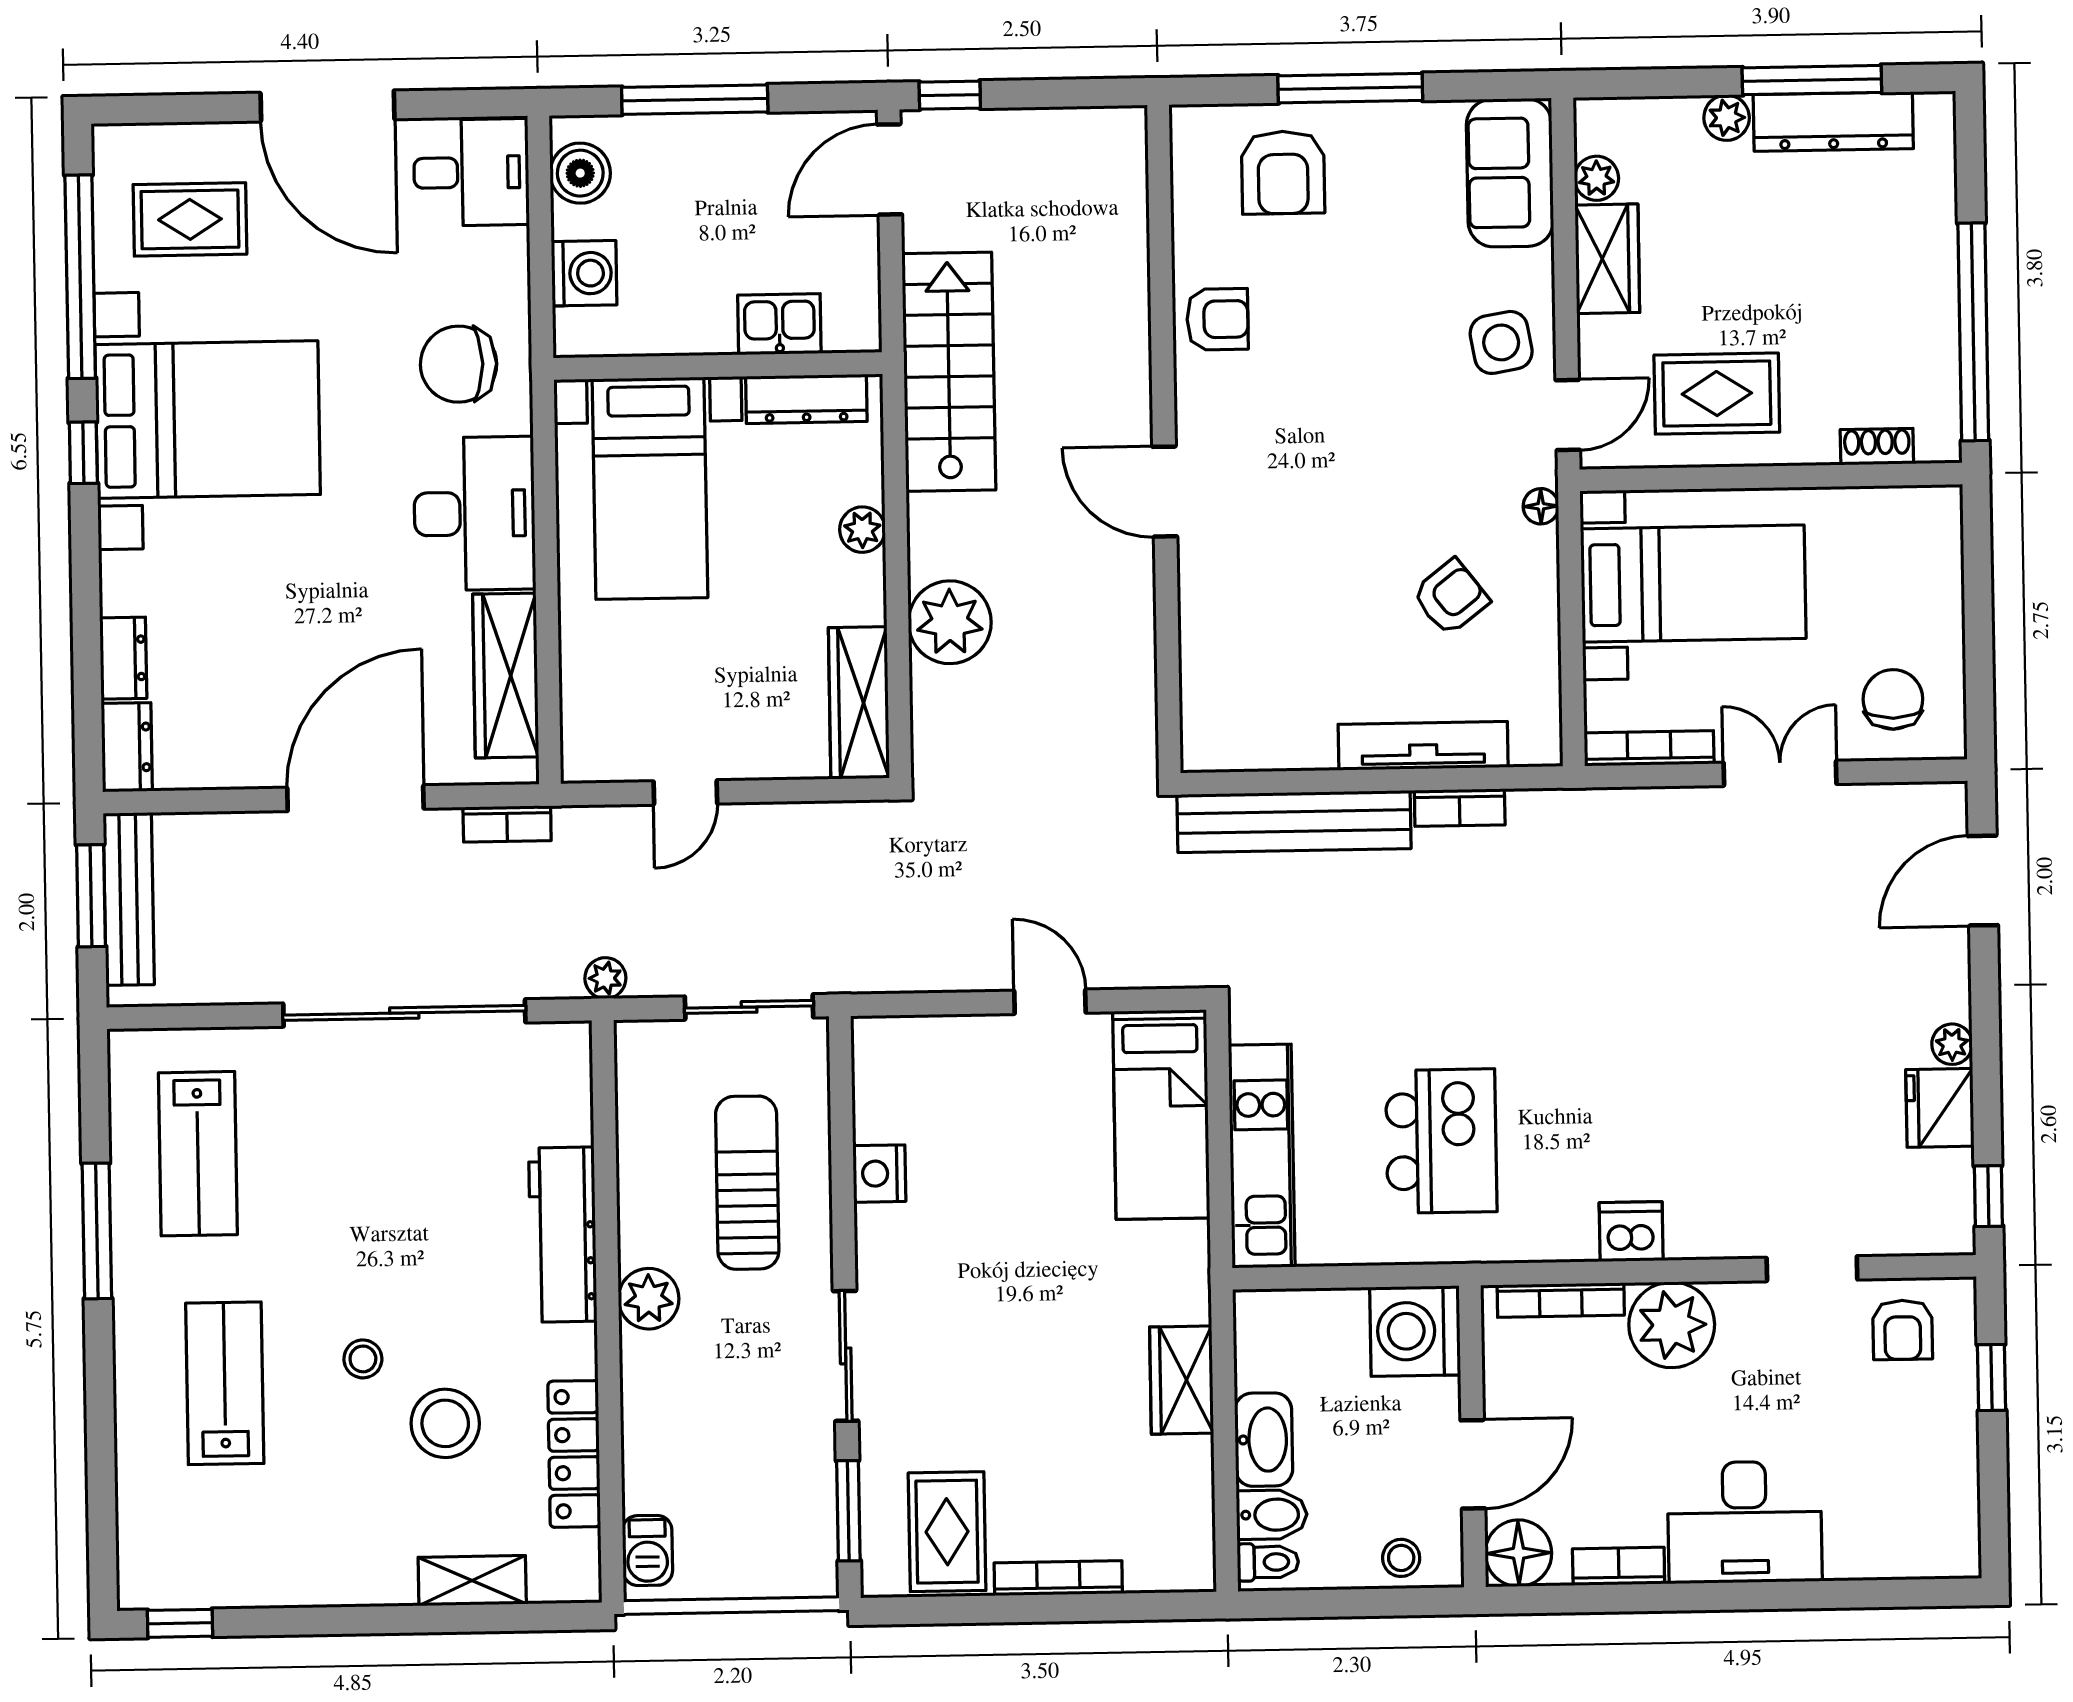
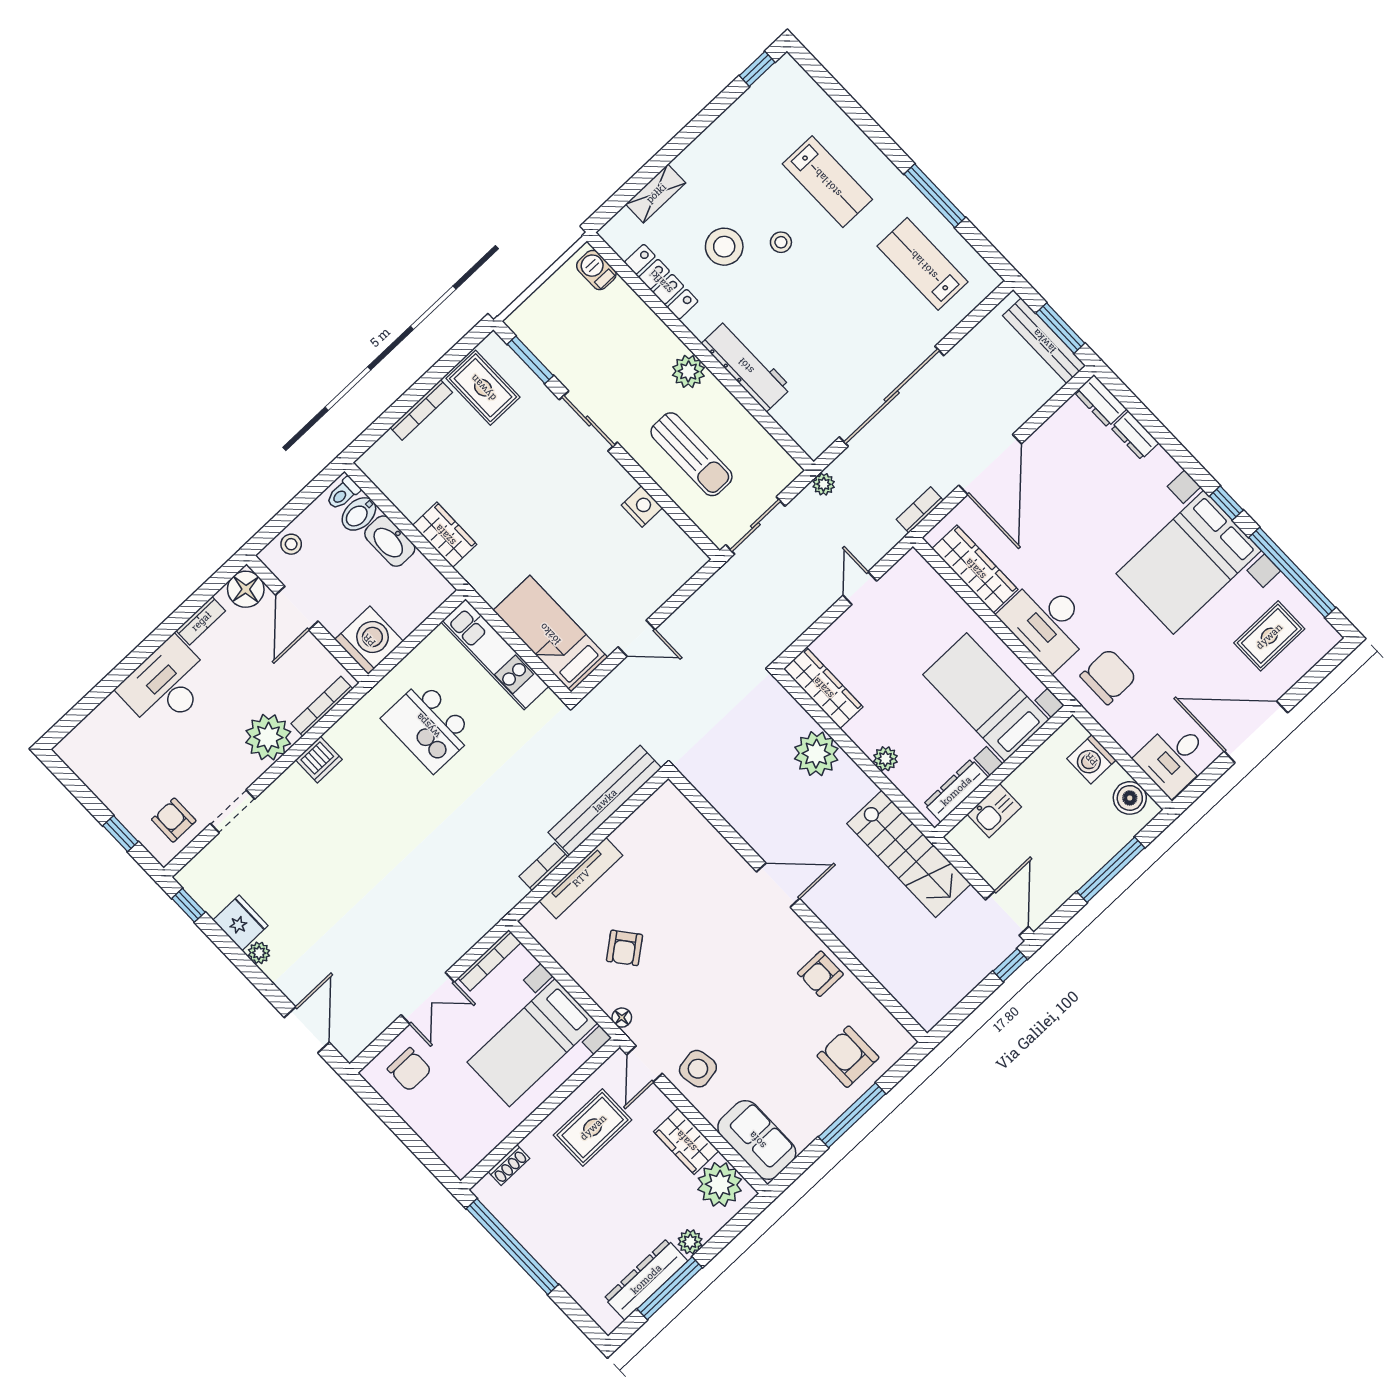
plant: (1596, 178) -> (720, 1184), width x1.87, depth x1.87

